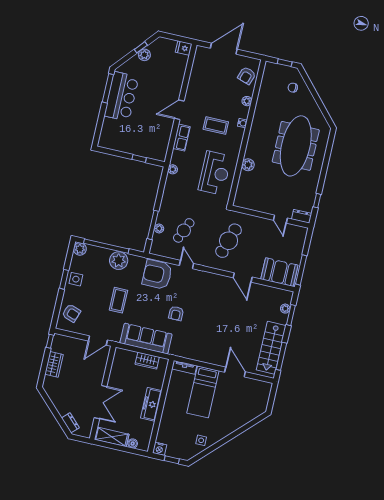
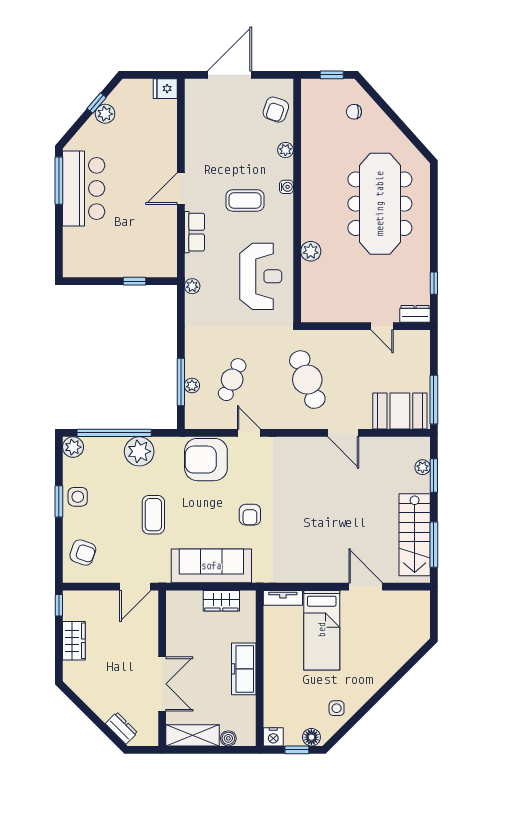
cafe table: (229, 241) -> (307, 380), turned -39
floor lamp: (182, 454) -> (311, 737), added

